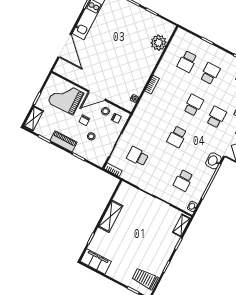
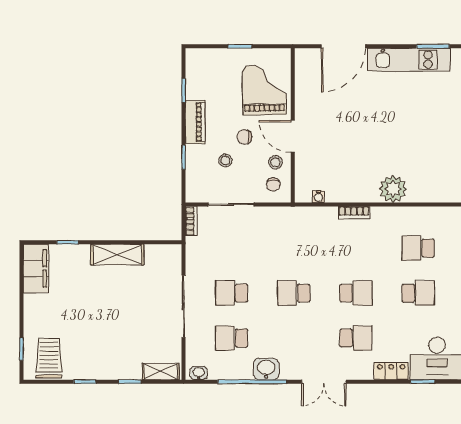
plant: (159, 43) -> (393, 189), moved
shelving: (33, 119) -> (206, 57), removed
school desk: (138, 156) -> (232, 293), moved, turned -90
washbasin: (213, 161) -> (266, 369), moved

